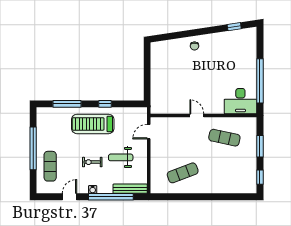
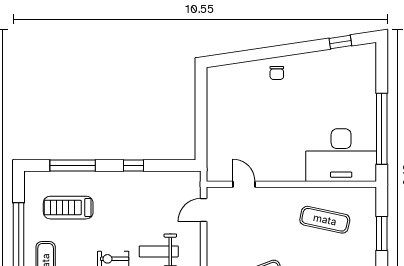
desk: (240, 101) -> (341, 155), width x1.36, depth x1.30
door: (197, 115) -> (244, 184), moved
treadmill: (93, 124) -> (68, 208), moved, width x0.73, depth x0.73

